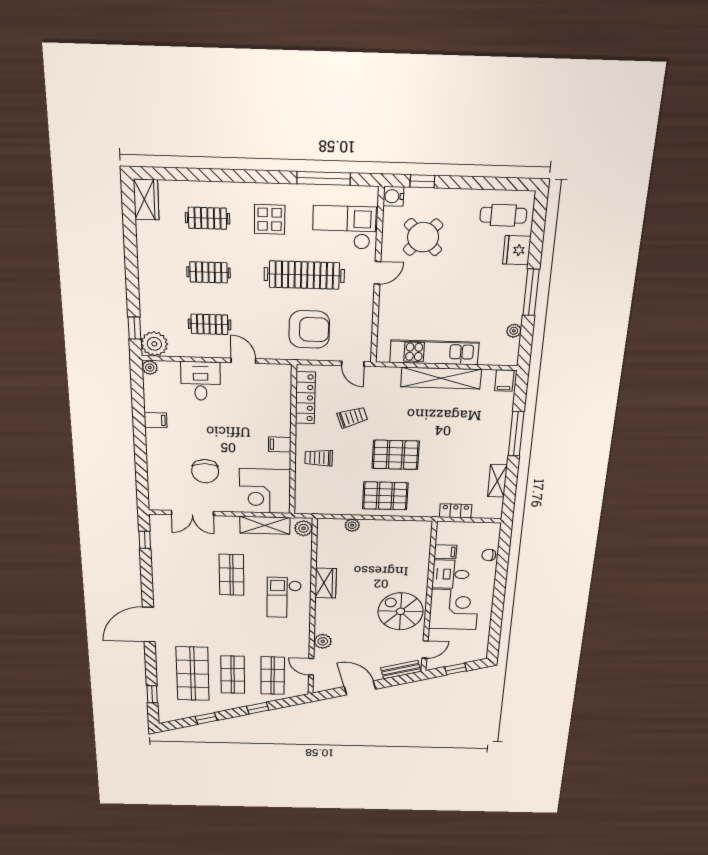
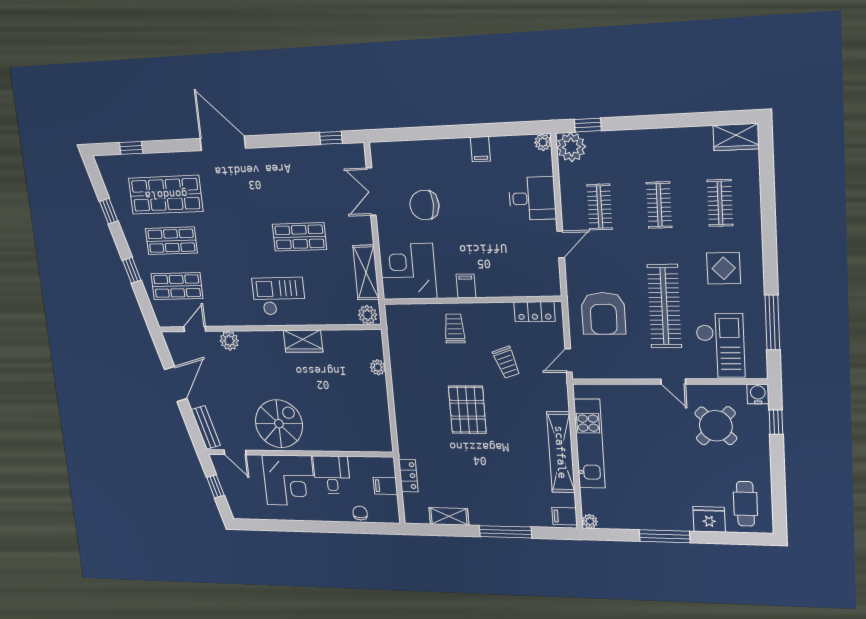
plant: (514, 331) -> (590, 521), moved
locker: (305, 398) -> (534, 312), width x0.66
pallet: (385, 496) -> (418, 401), removed
filing cabinet: (445, 552) -> (385, 486), moved, turned 90

